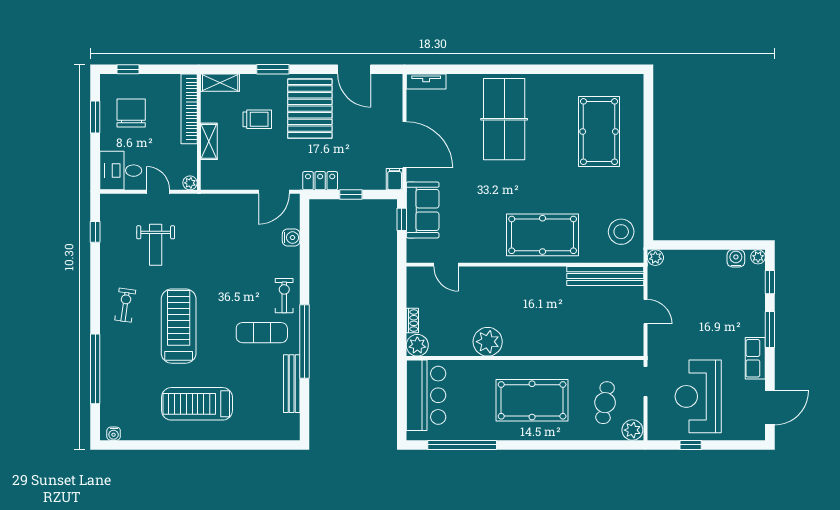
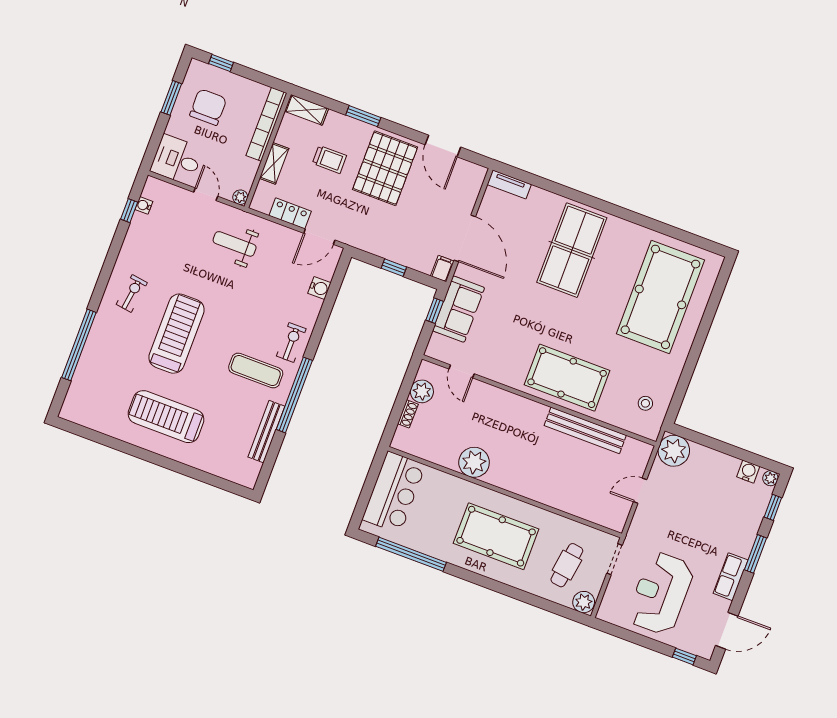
pool table: (599, 132) -> (660, 297), width x1.36, depth x1.32
locker: (320, 181) -> (290, 213), moved
stool: (621, 232) -> (645, 403), width x0.53, depth x0.53
weight bench: (156, 245) -> (235, 244), moved, turned 90
plant: (655, 258) -> (674, 451), width x1.88, depth x1.88
bench: (605, 276) -> (585, 430), moved
door: (646, 312) -> (640, 491), swing flipped
plant: (417, 345) -> (422, 391), moved
water cooler: (114, 434) -> (144, 205), moved, turned 90
window: (691, 445) -> (684, 656), moved

